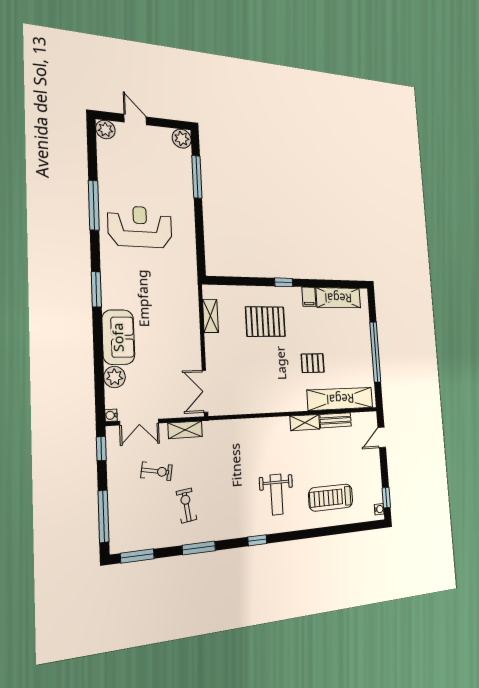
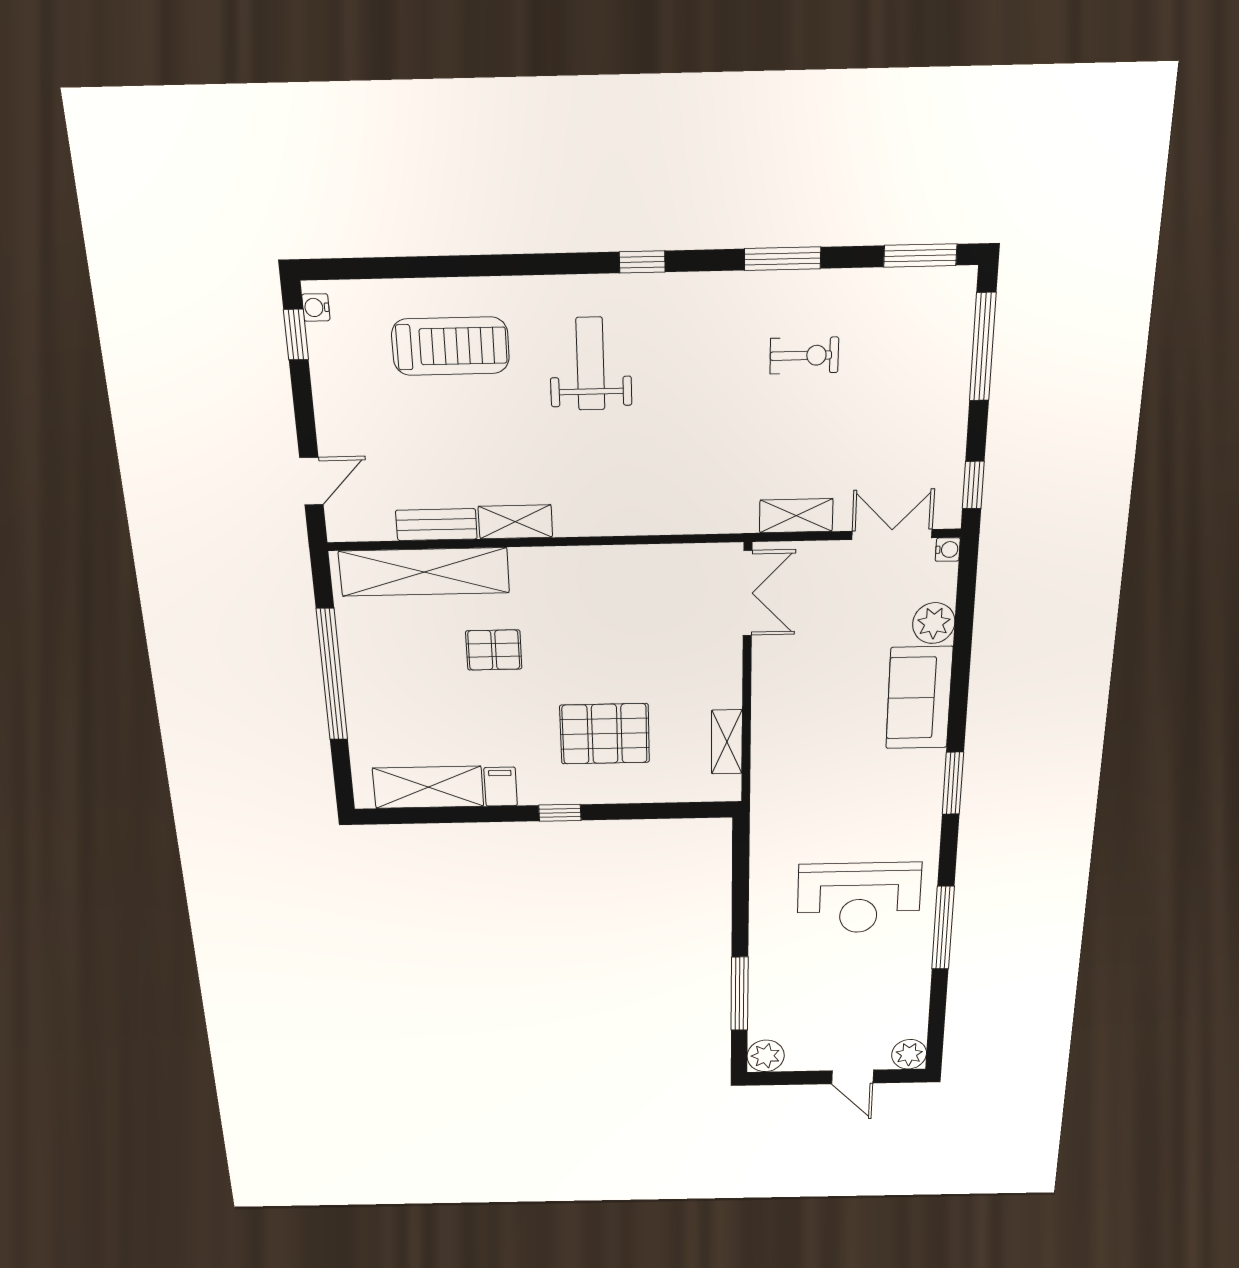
exercise bike: (157, 471) -> (864, 433), removed
exercise bike: (186, 505) -> (804, 355), turned -82

